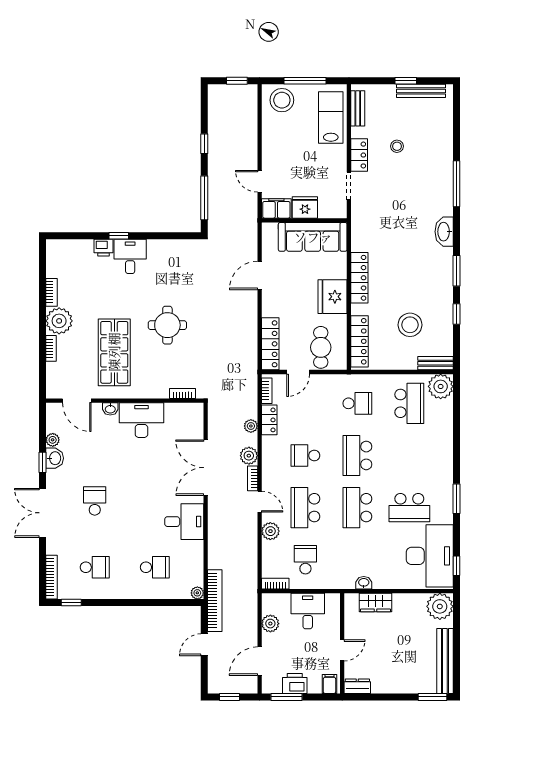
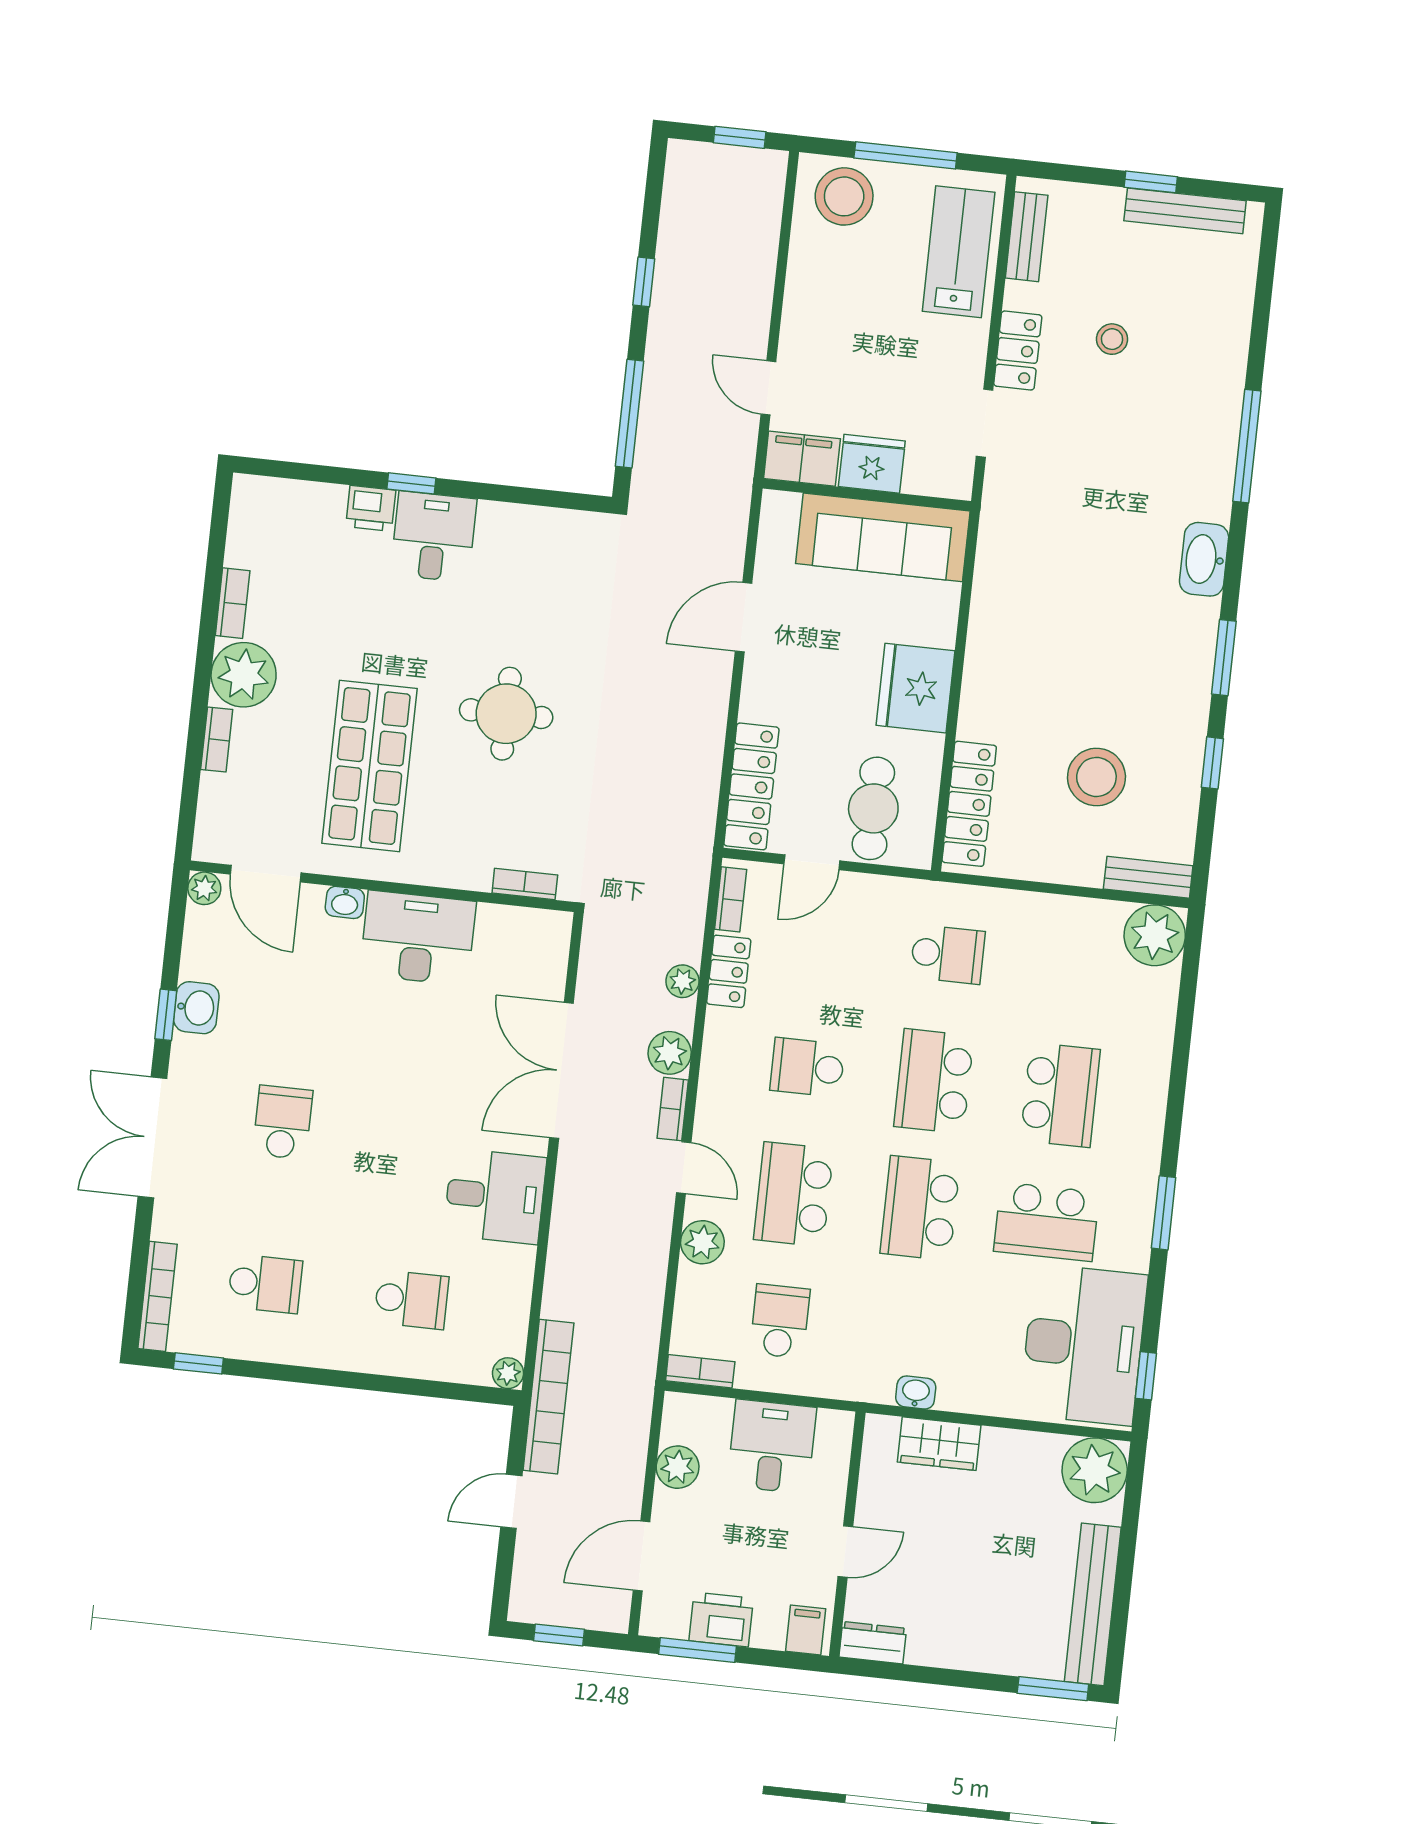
locker: (359, 278) -> (986, 649), removed
school desk: (409, 403) -> (1060, 1095), moved
plant: (53, 440) -> (204, 888), moved

